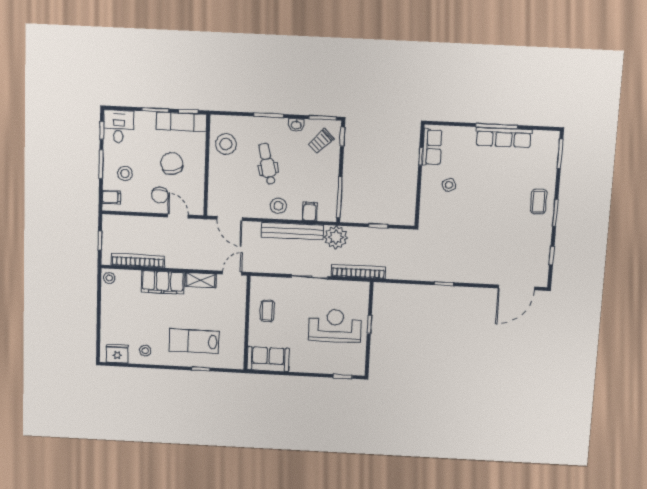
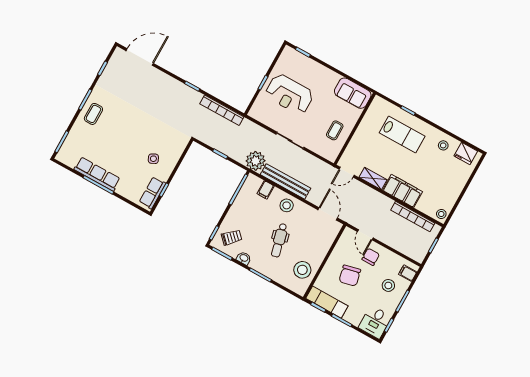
bookcase: (358, 272) -> (222, 110), moved

